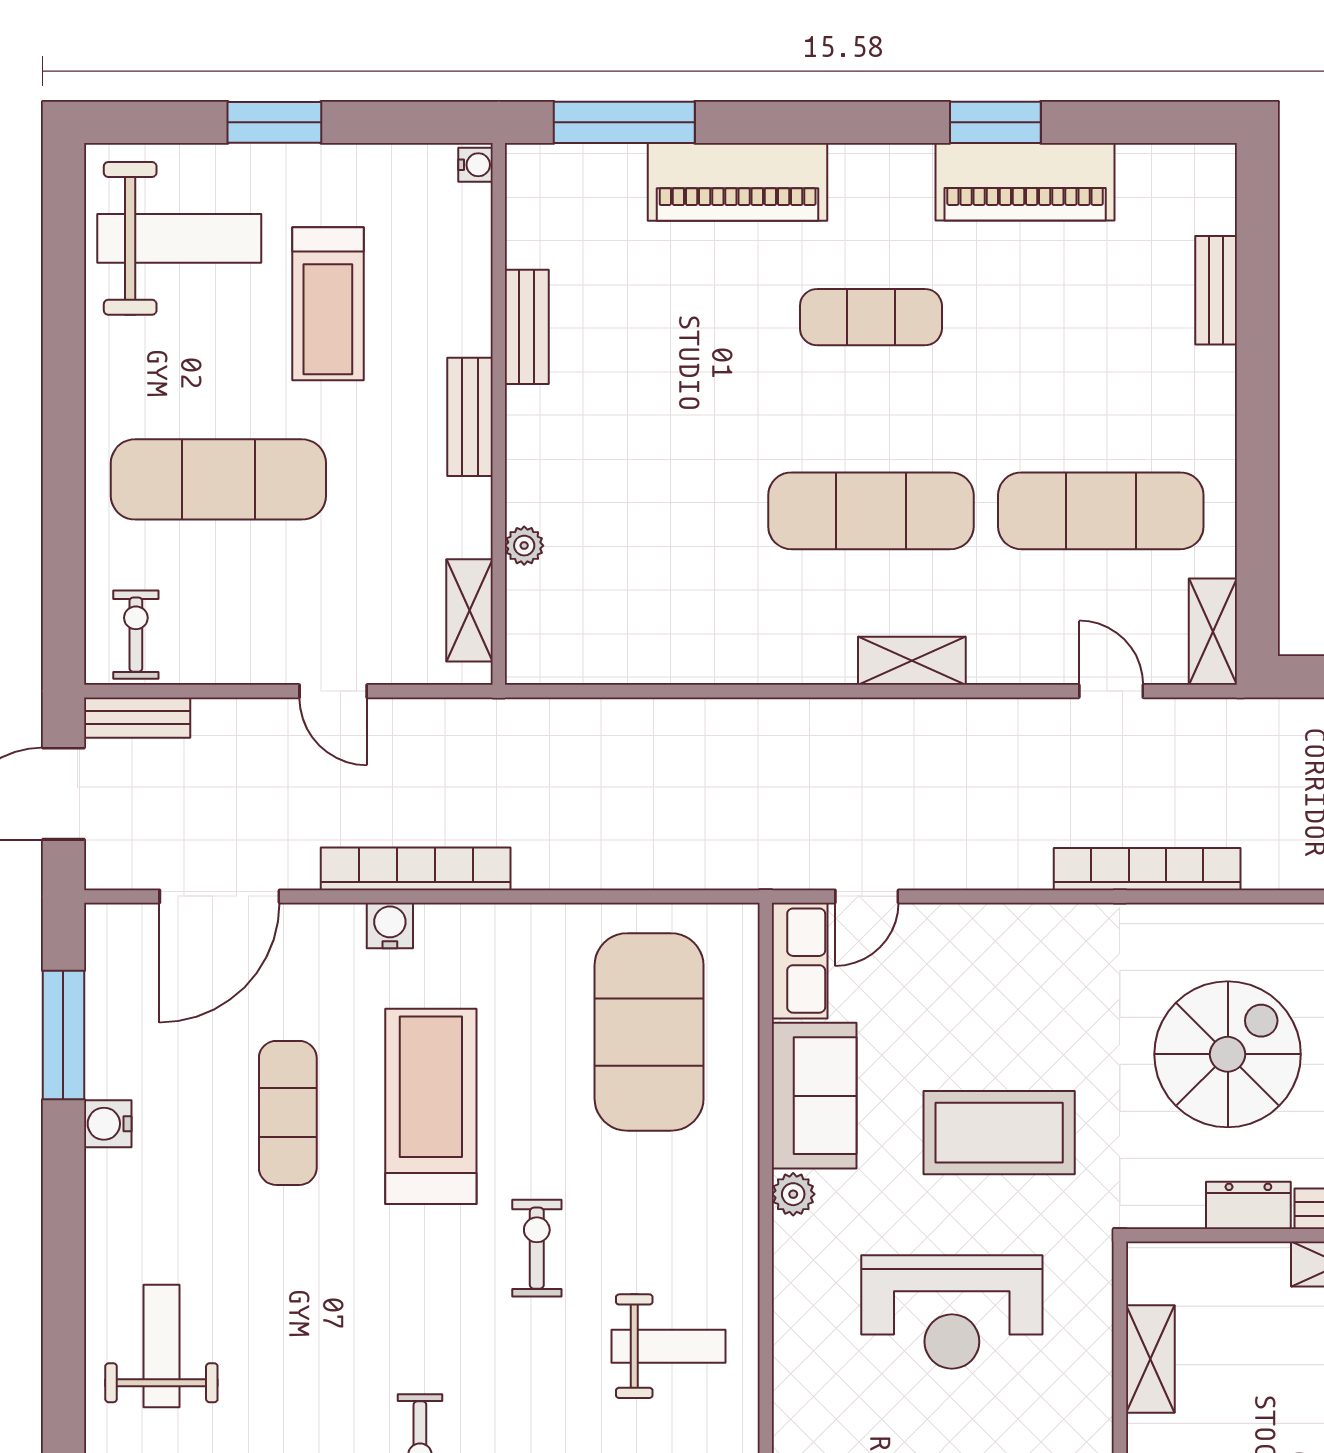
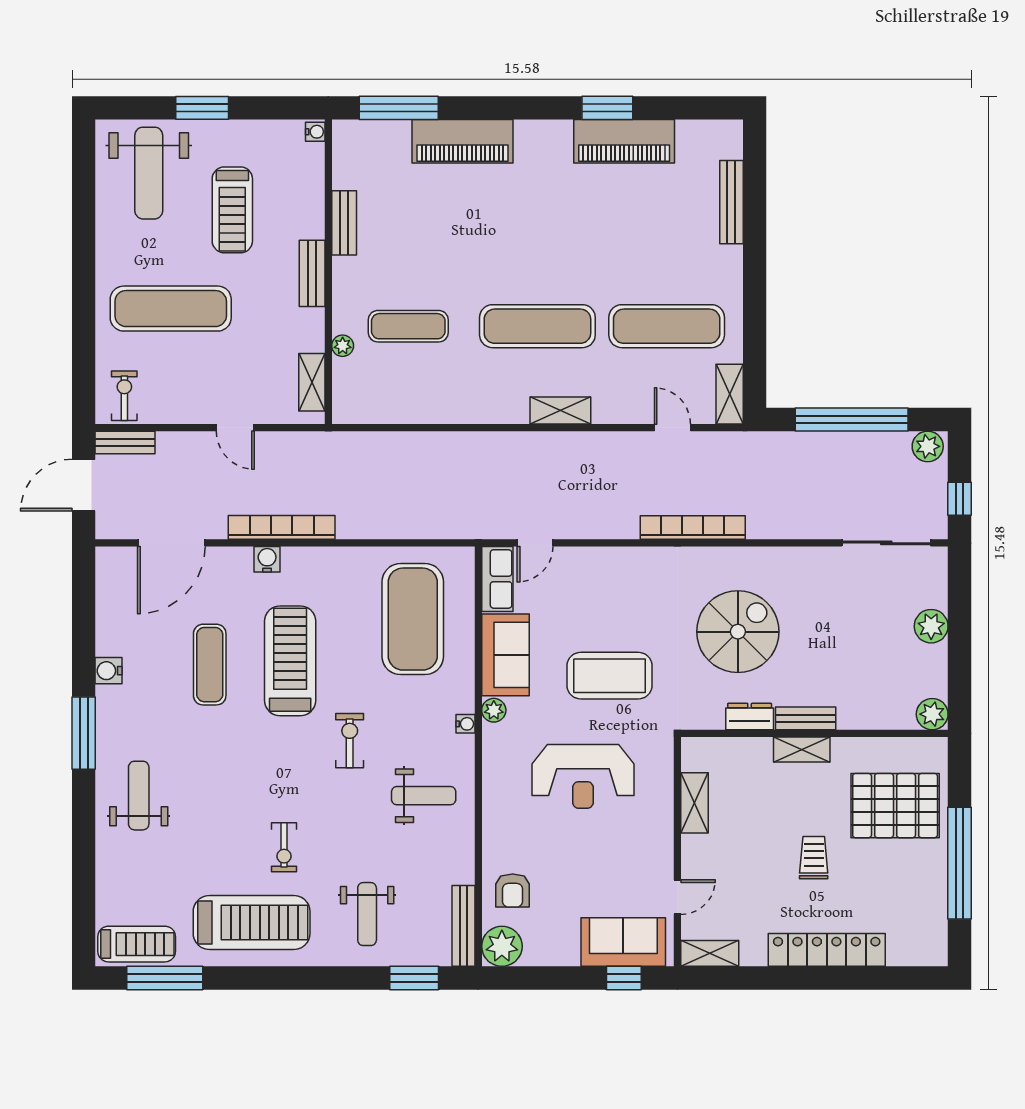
weight bench: (179, 238) -> (149, 173), turned 90
bench: (1216, 290) -> (731, 202), width x1.36
exercise mat: (871, 317) -> (408, 326), moved
window: (63, 1035) -> (84, 733), moved
water cooler: (743, 1218) -> (465, 724), added

